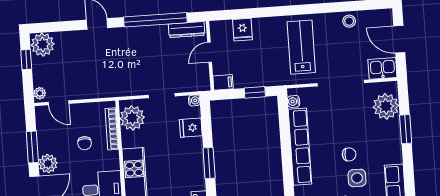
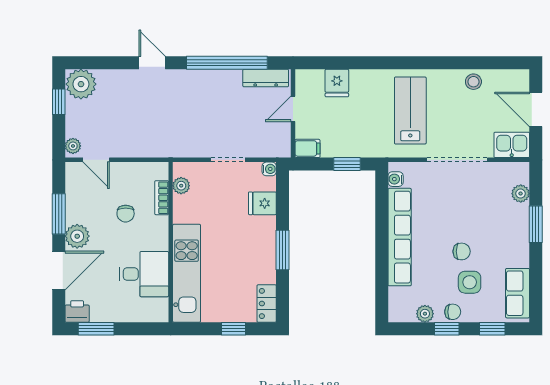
plant: (386, 106) -> (521, 194), width x0.53, depth x0.53
plant: (132, 118) -> (181, 186), width x0.53, depth x0.53
bookcase: (112, 129) -> (162, 198), width x0.64

